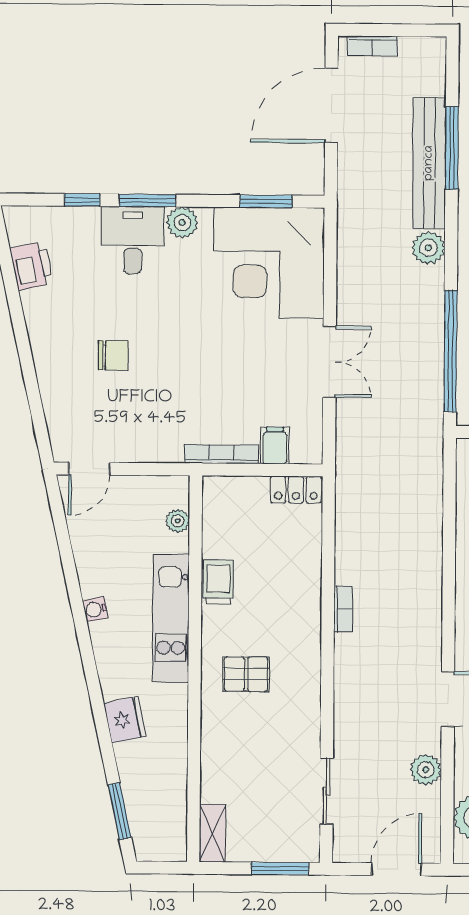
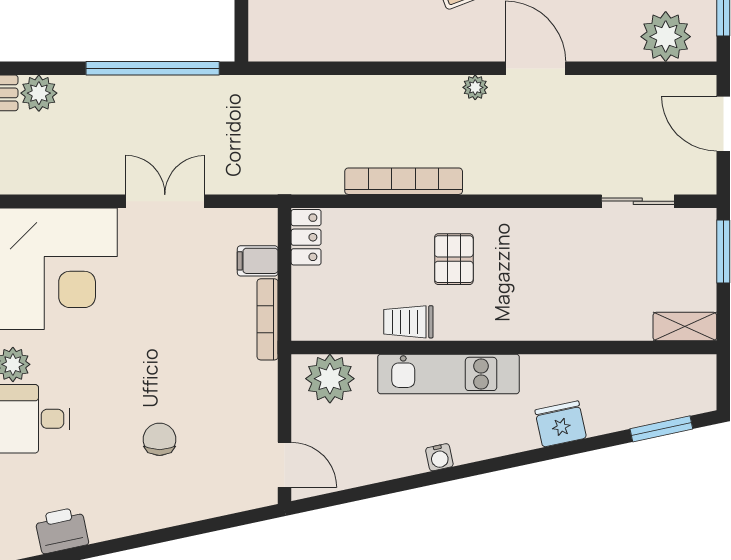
plant: (178, 521) -> (330, 379), width x1.88, depth x1.88
bookcase: (343, 609) -> (404, 181), width x2.31, depth x1.31
pallet: (246, 674) -> (454, 259), moved
plant: (426, 770) -> (475, 87), moved, width x0.73, depth x0.73

